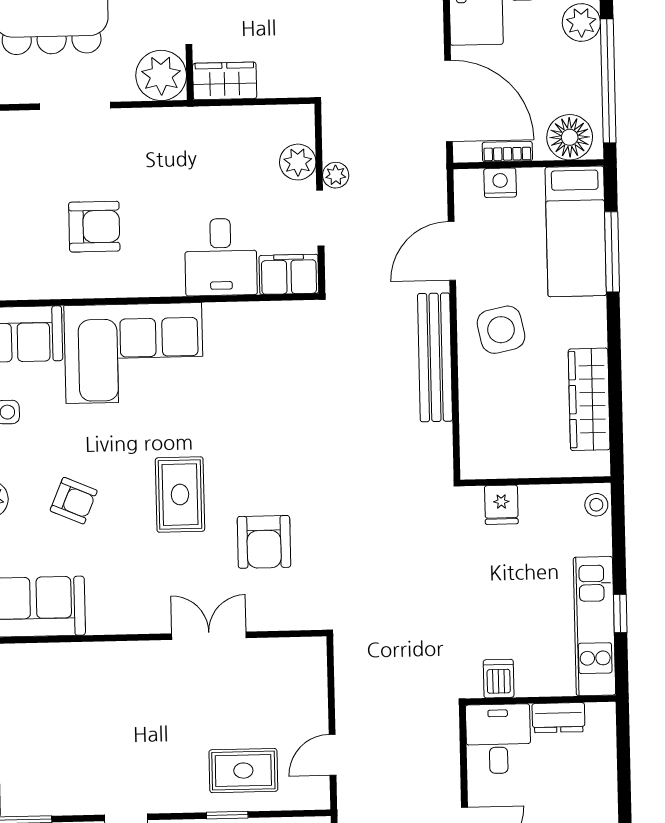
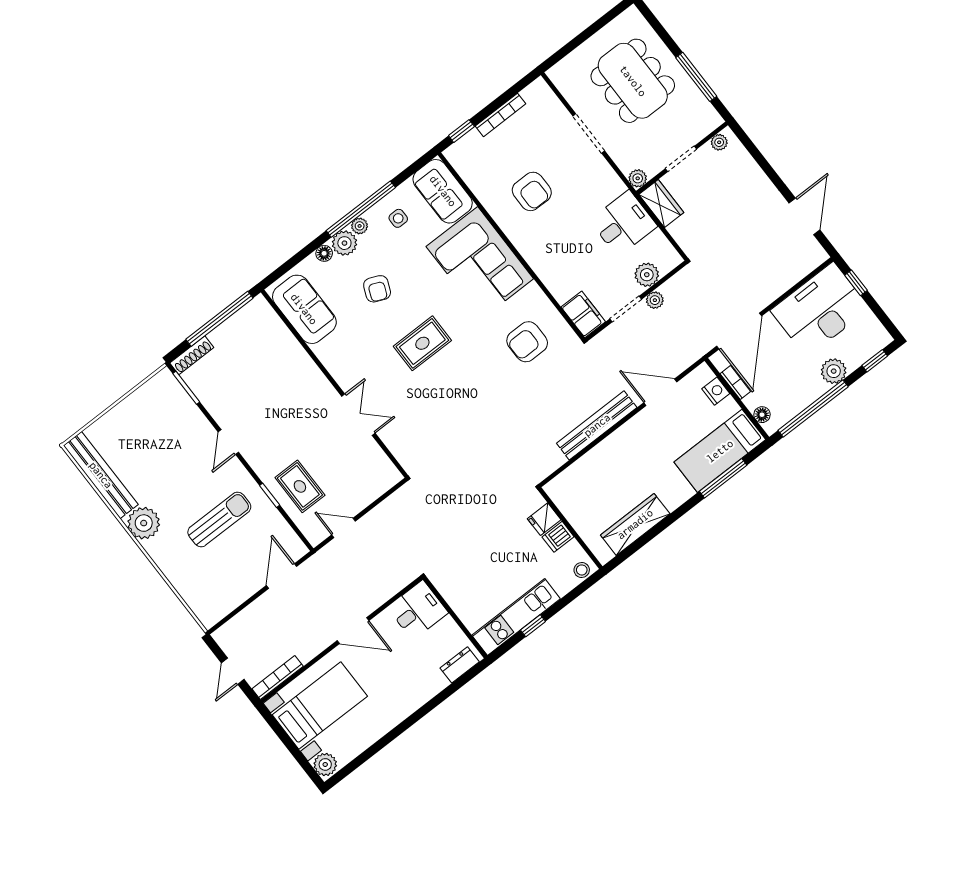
plant: (161, 75) -> (638, 178), width x0.53, depth x0.53
floor lamp: (570, 137) -> (762, 415), width x0.53, depth x0.53
desk: (221, 257) -> (623, 223), moved, turned 180
side table: (501, 330) -> (638, 450), removed
armchair: (264, 542) -> (527, 342), moved
dishwasher: (499, 679) -> (558, 537), moved, turned 180
dresser: (558, 718) -> (460, 665), moved, turned 90

